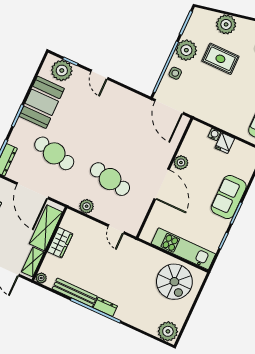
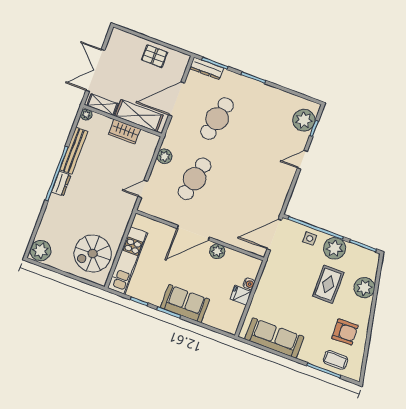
booth: (42, 102) -> (269, 102), removed

